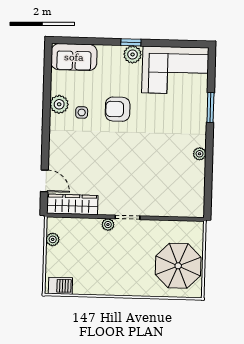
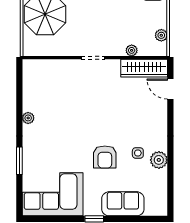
plant: (133, 54) -> (92, 208), removed
sofa: (74, 57) -> (123, 204), moved
armchair: (118, 109) -> (105, 157), turned 90
plant: (108, 225) -> (132, 50), moved

